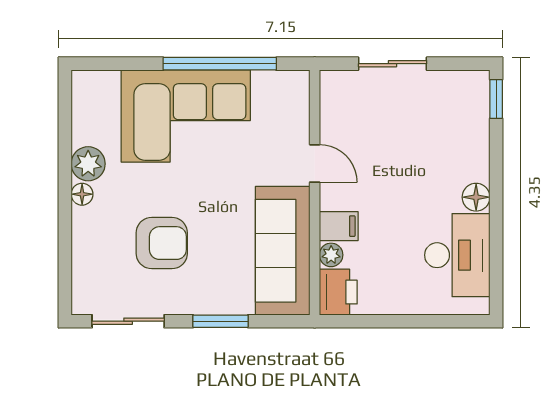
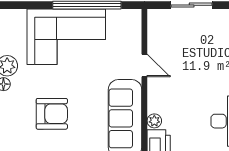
filing cabinet: (339, 226) -> (159, 103), removed

